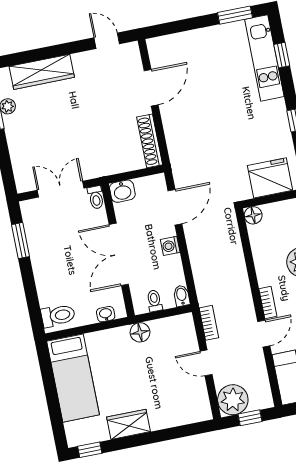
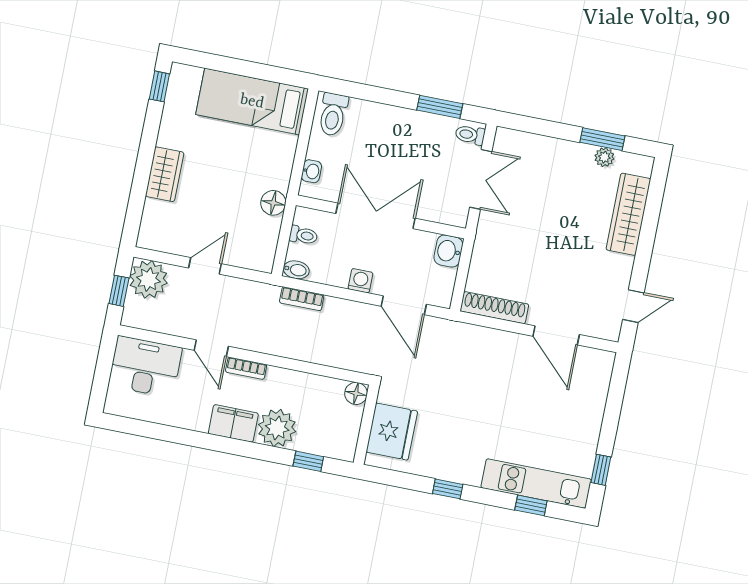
window: (235, 15) -> (601, 470), width x0.67
toilet: (96, 197) -> (470, 135), moved
bookcase: (209, 323) -> (302, 299), moved
wardrobe: (128, 424) -> (165, 174), moved

